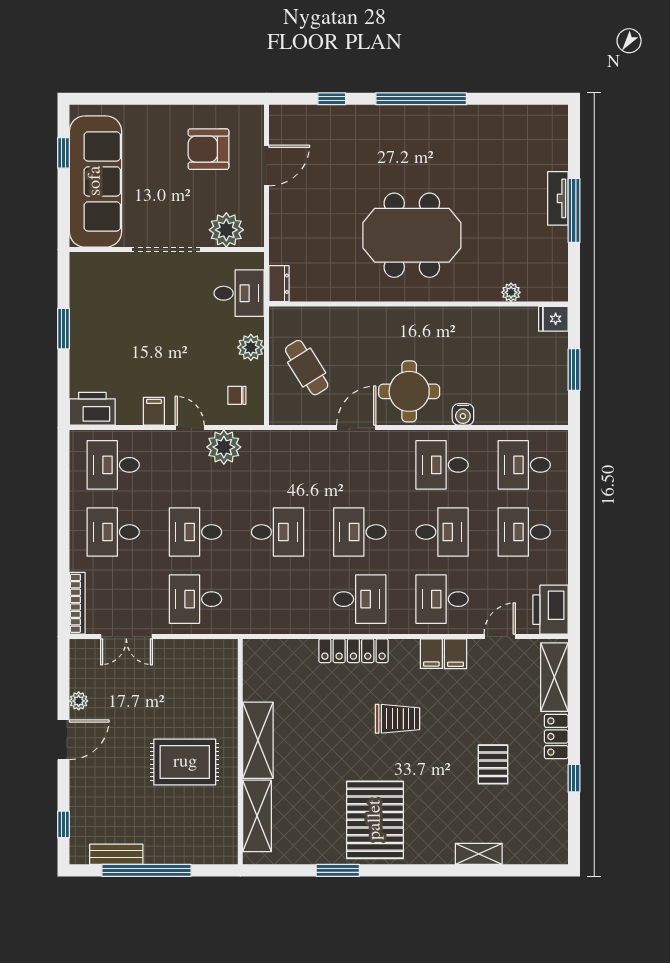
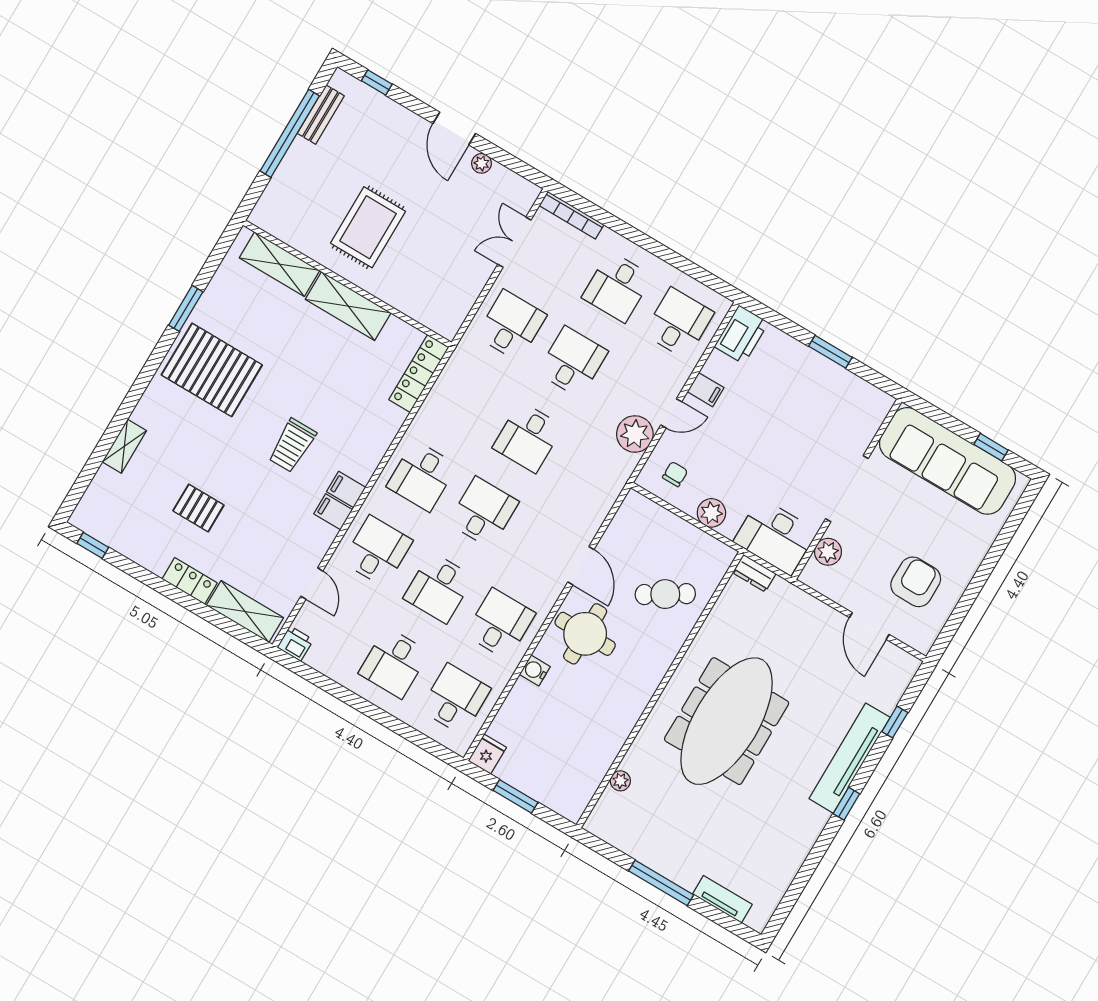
window: (421, 99) -> (846, 804), width x0.32
tv unit: (383, 118) -> (850, 758), added
tv unit: (558, 198) -> (722, 899), moved
plant: (226, 230) -> (828, 552), width x0.73, depth x0.73
meeting table: (412, 235) -> (727, 721), width x1.36
desk: (239, 293) -> (775, 536), width x1.37
fridge: (553, 319) -> (487, 754), moved
cafe table: (307, 368) -> (665, 594), moved
desk: (113, 532) -> (617, 287), turned 180
desk: (524, 532) -> (394, 663), turned 180
printer: (550, 610) -> (295, 644), width x0.53, depth x0.68
locker: (353, 651) -> (419, 373), moved
filing cabinet: (456, 654) -> (346, 490), moved
window: (574, 778) -> (93, 545), moved

